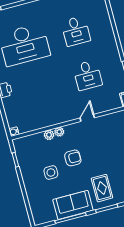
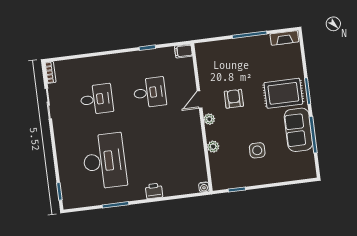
door: (87, 118) -> (200, 99), hinge flipped
plant: (59, 132) -> (209, 119), moved
armchair: (73, 158) -> (234, 99), moved
rug: (102, 188) -> (283, 93), width x1.36, depth x1.43

